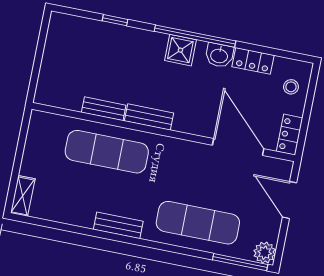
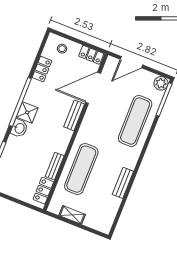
washbasin: (219, 55) -> (19, 128), moved
locker: (62, 98) -> (43, 191), added
bench: (149, 117) -> (74, 115), moved
shelving: (23, 196) -> (72, 215), moved
bench: (118, 225) -> (123, 183), moved

